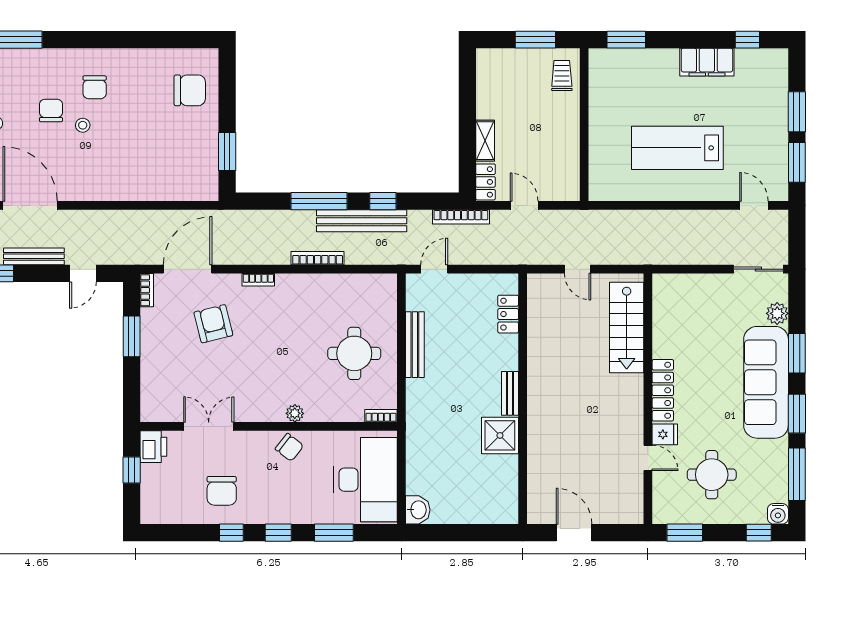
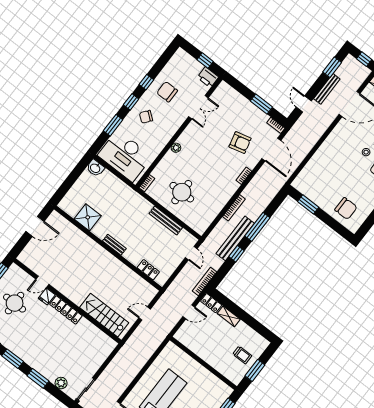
trolley: (562, 76) -> (242, 355), moved
chair: (190, 90) -> (346, 209), turned -90
sofa: (766, 382) -> (36, 356), removed
shower: (500, 435) -> (88, 217), moved
chair: (289, 447) -> (146, 117), moved

